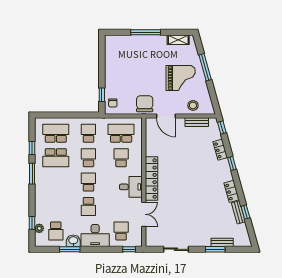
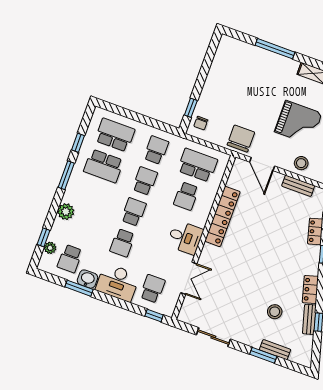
school desk: (121, 158) -> (186, 196), turned 180
locker: (152, 179) -> (222, 216), moved
plant: (41, 199) -> (66, 212), added
stool: (212, 216) -> (275, 312), added

